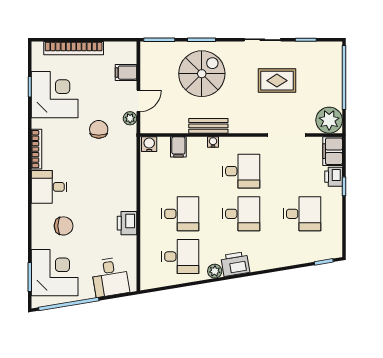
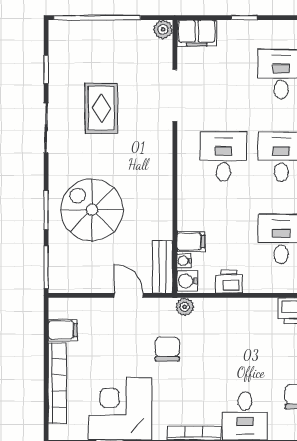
filing cabinet: (126, 73) -> (63, 330), moved, turned -90
plant: (130, 118) -> (185, 307), moved
plant: (329, 120) -> (163, 29), width x0.53, depth x0.53
bench: (208, 126) -> (162, 267), moved
chair: (99, 129) -> (167, 349), turned 90
water cooler: (213, 142) -> (184, 261), moved
printer: (334, 177) -> (229, 281), moved, turned 180

